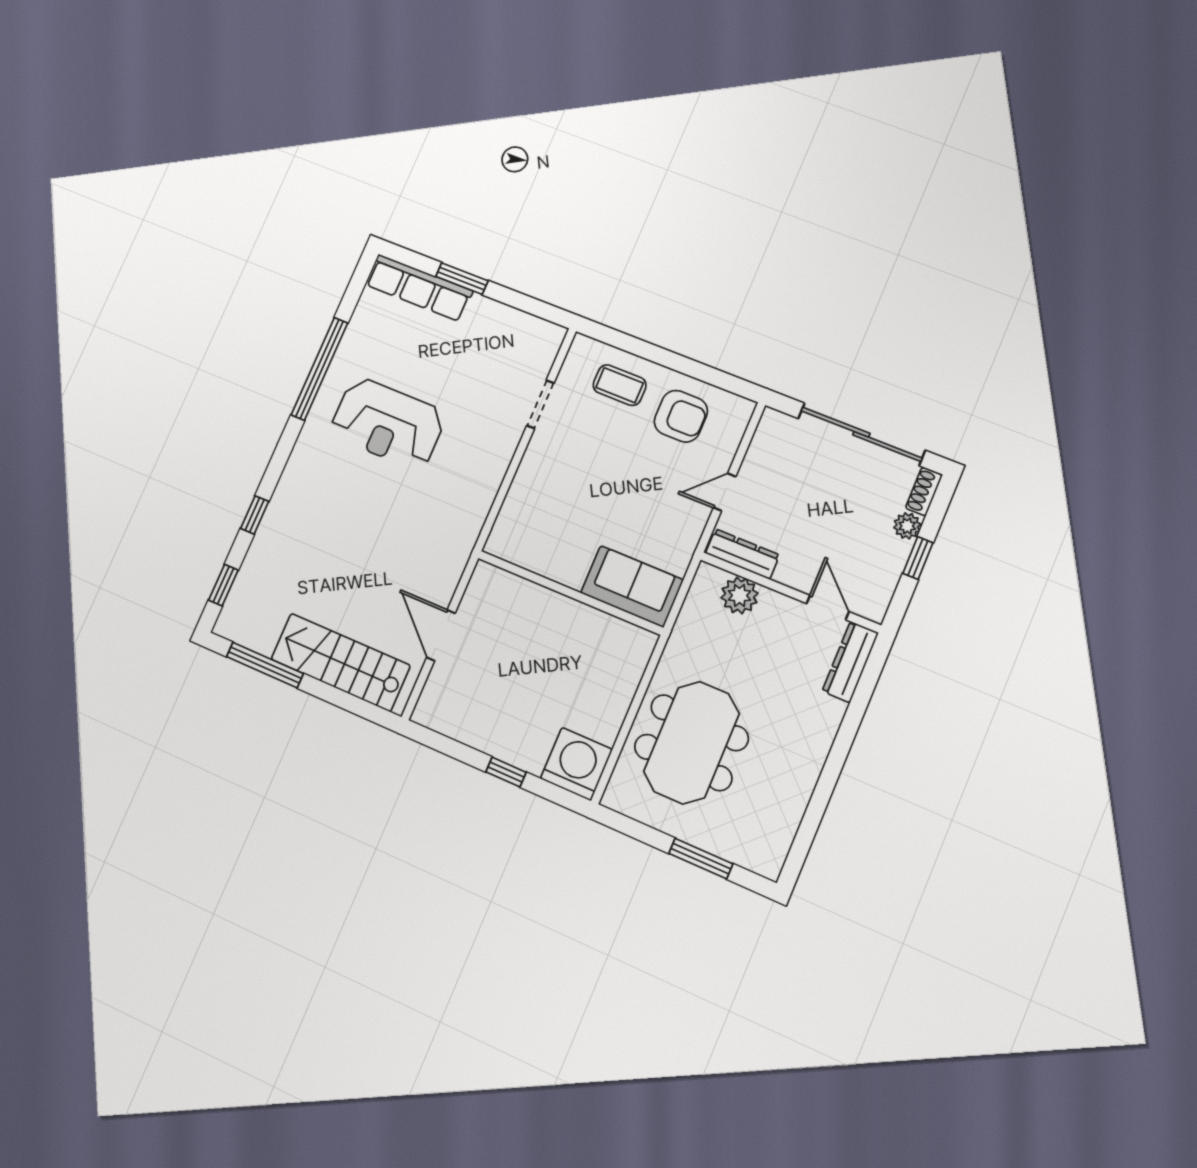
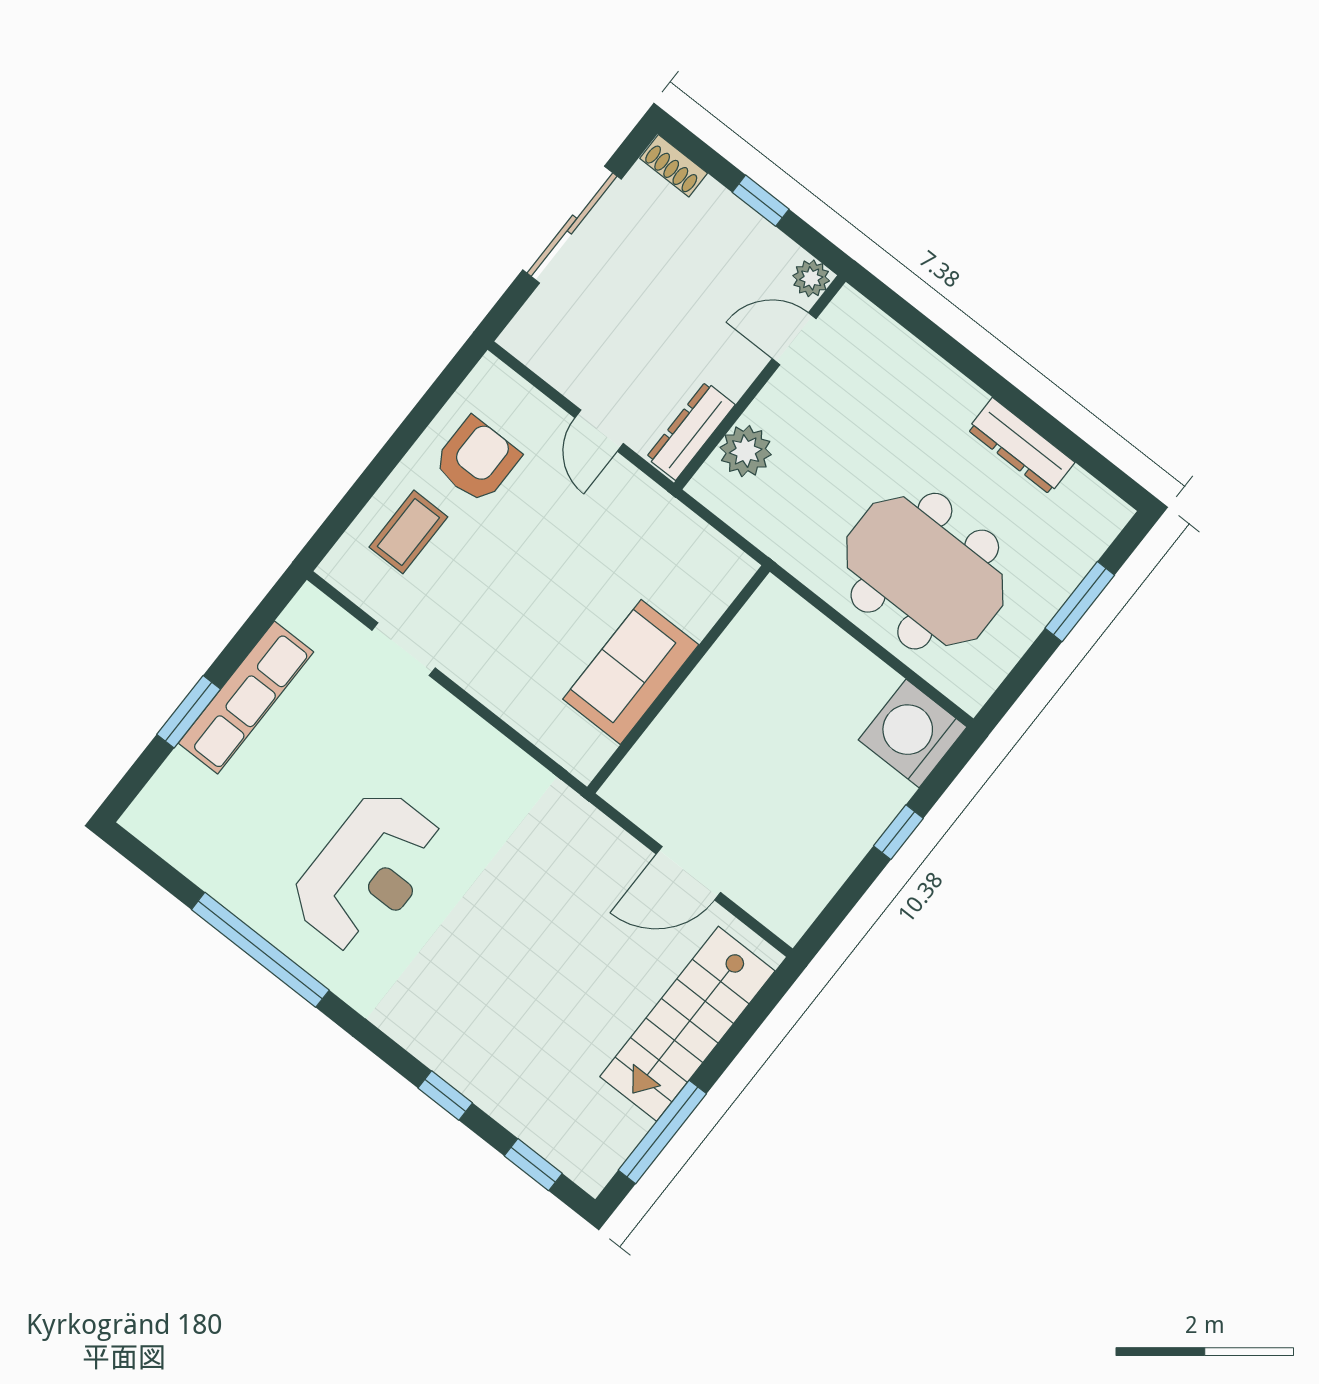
row of seats: (419, 288) -> (246, 698), moved
sliding door: (861, 434) -> (572, 225), width x0.73
plant: (907, 526) -> (811, 278), moved
sofa: (632, 586) -> (631, 672), moved
dresser: (850, 662) -> (1021, 446), moved

